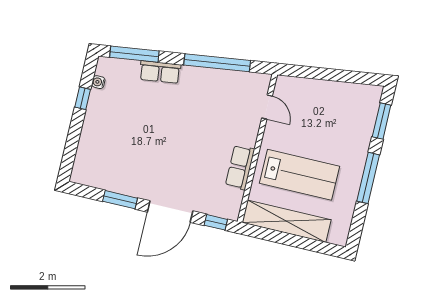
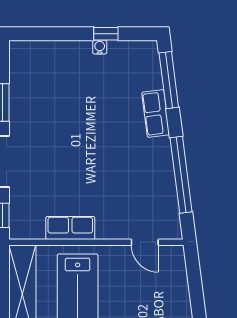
water cooler: (98, 82) -> (100, 47), moved
door: (267, 107) -> (145, 242), hinge flipped

